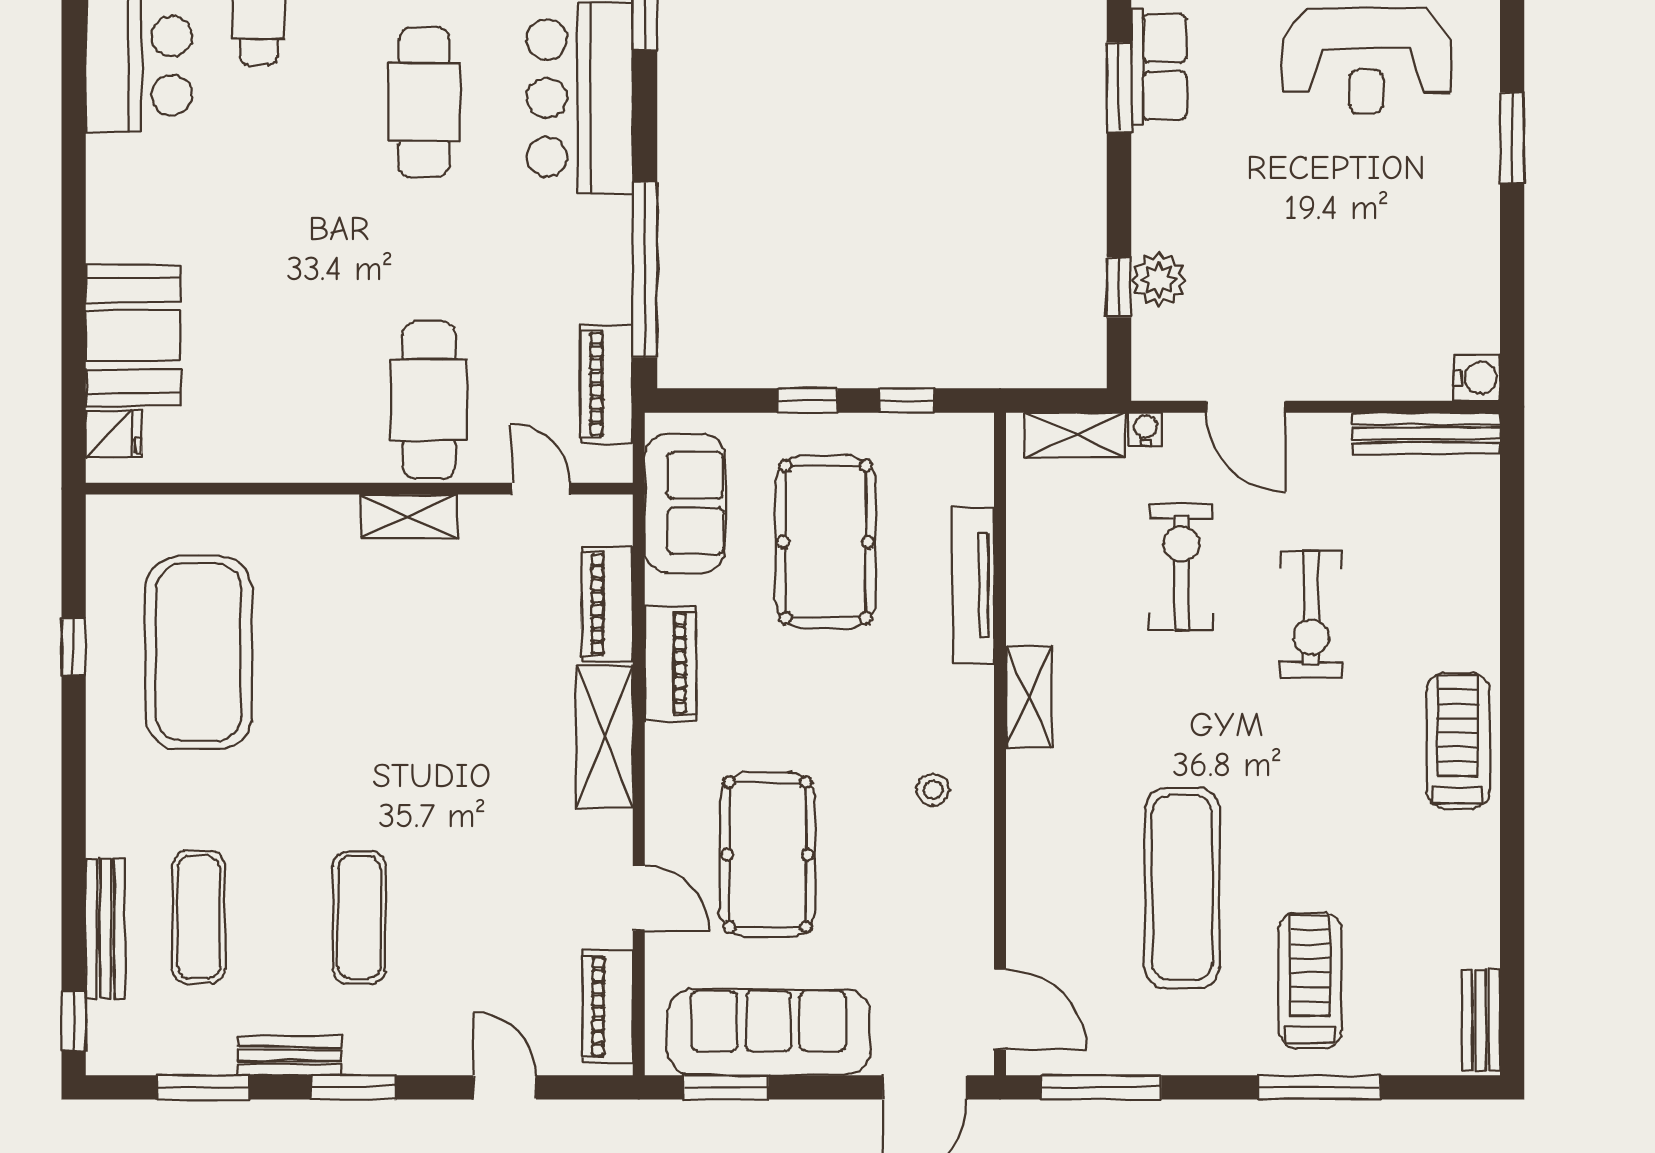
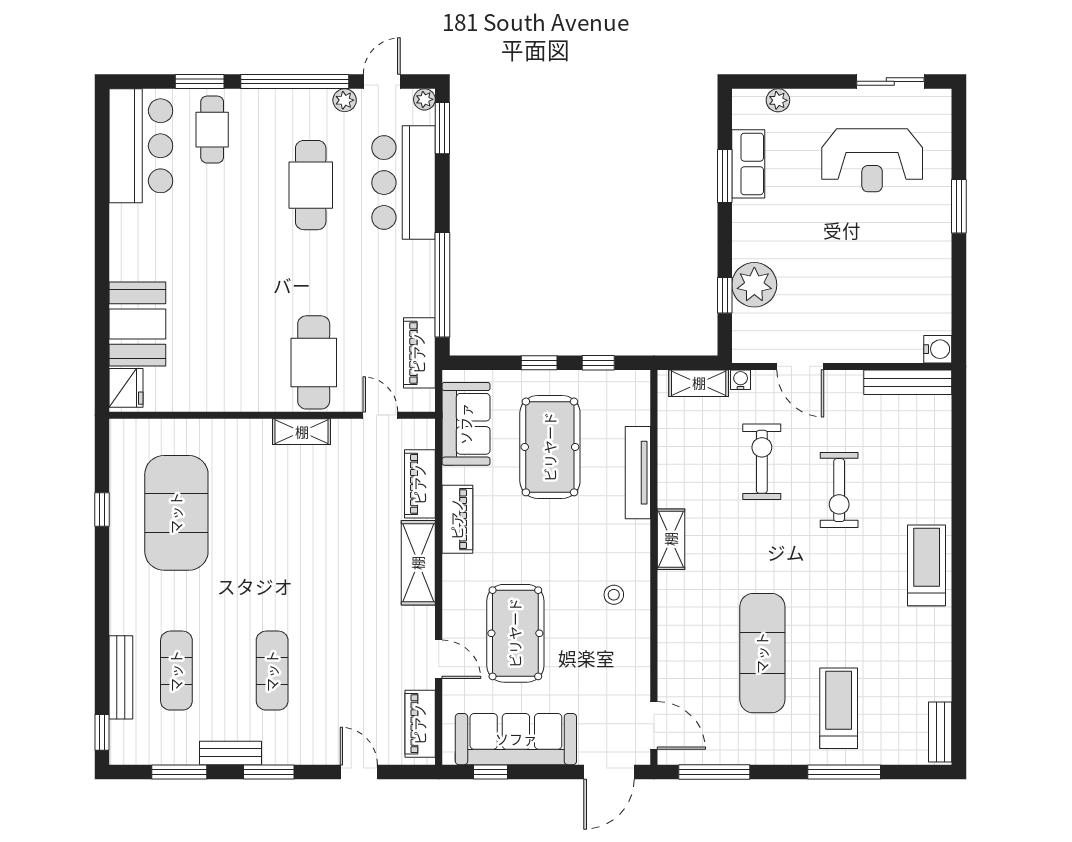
plant: (1159, 280) -> (754, 285), width x1.36, depth x1.36
fridge: (114, 434) -> (126, 388), width x1.38
window: (726, 1087) -> (491, 772), width x0.67

